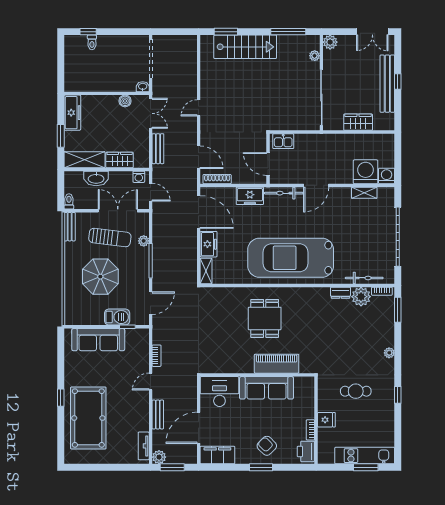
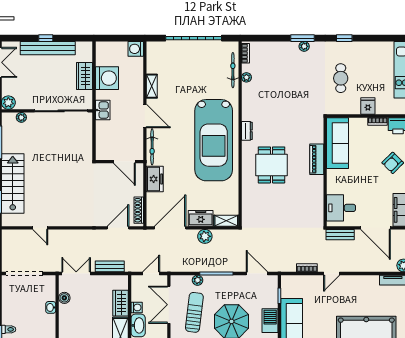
washbasin: (143, 87) -> (51, 307), moved
door: (199, 108) -> (40, 228), moved
kitchen sink: (283, 141) -> (103, 110), moved
door: (268, 164) -> (124, 162), hinge flipped
washing machine: (366, 172) -> (107, 78), moved, turned 180
washing machine: (139, 177) -> (137, 307), moved
shelving: (364, 193) -> (152, 86), moved
plant: (190, 249) -> (205, 236), added
dresser: (340, 293) -> (247, 131), moved
plant: (361, 297) -> (246, 77), width x0.53, depth x0.53
window: (398, 310) -> (302, 38), moved
barbecue: (117, 317) -> (270, 321), moved
dining table: (265, 318) -> (271, 165), turned 90
piano: (277, 364) -> (317, 159), width x0.73, depth x0.75
door: (151, 382) -> (332, 274), hinge flipped
sofa: (266, 388) -> (338, 143), moved
desk: (219, 392) -> (341, 208), width x0.73
bench: (158, 414) -> (340, 235), moved

